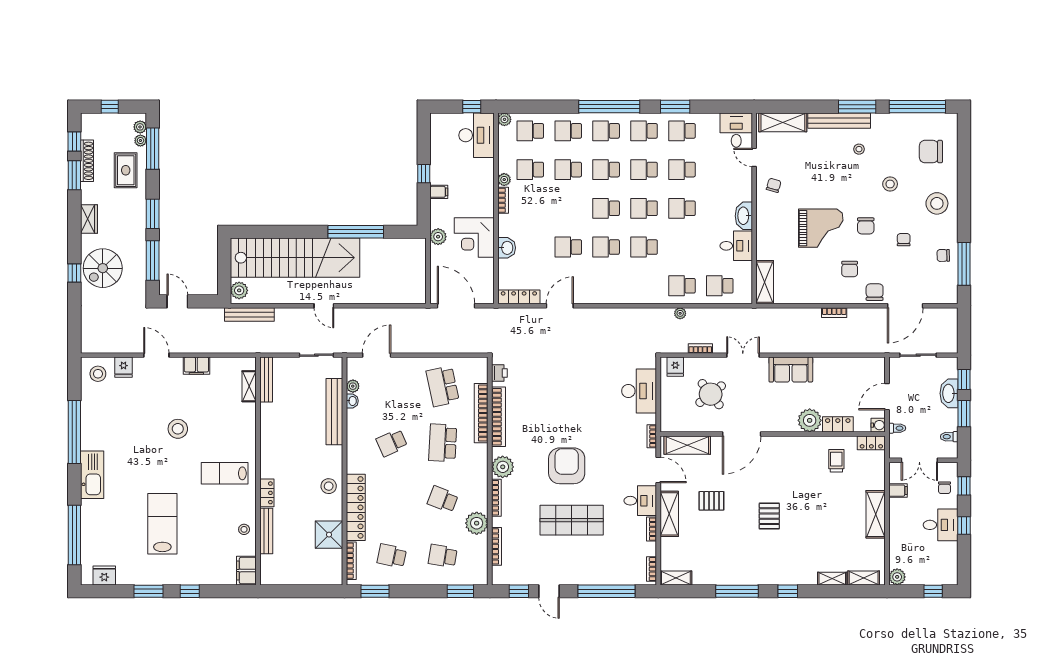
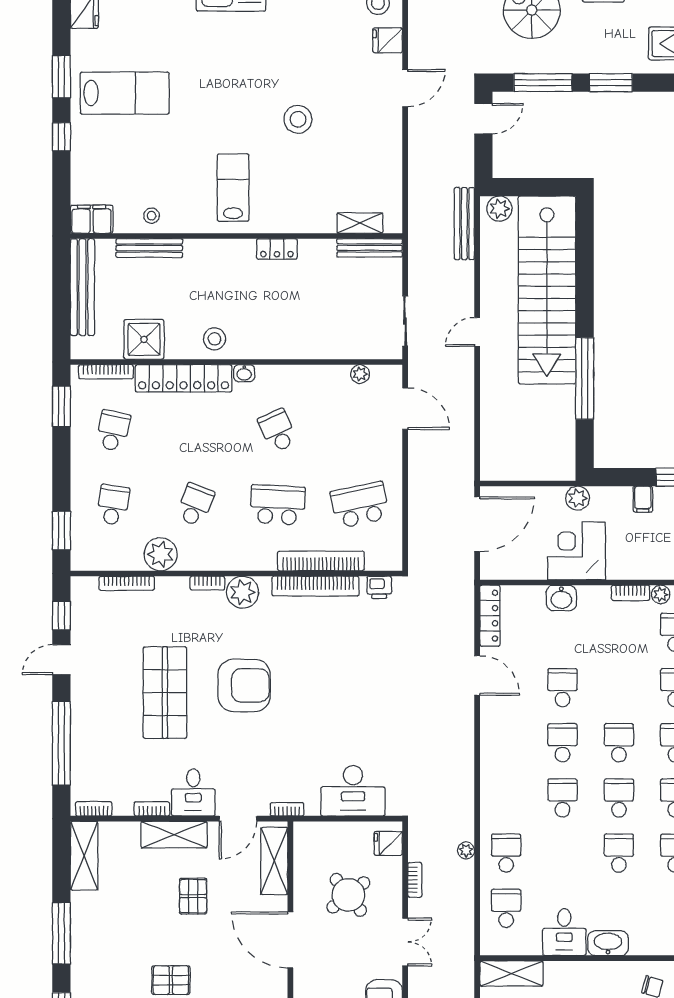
filing cabinet: (196, 366) -> (390, 146), removed
washbasin: (352, 401) -> (244, 373), moved
bench: (334, 412) -> (82, 287), moved, turned 90
locker: (267, 493) -> (277, 249), moved
bookcase: (496, 498) -> (207, 583), width x0.64
lab bench: (162, 524) -> (125, 93), moved
shelving: (676, 578) -> (84, 856), width x1.50, depth x1.33

